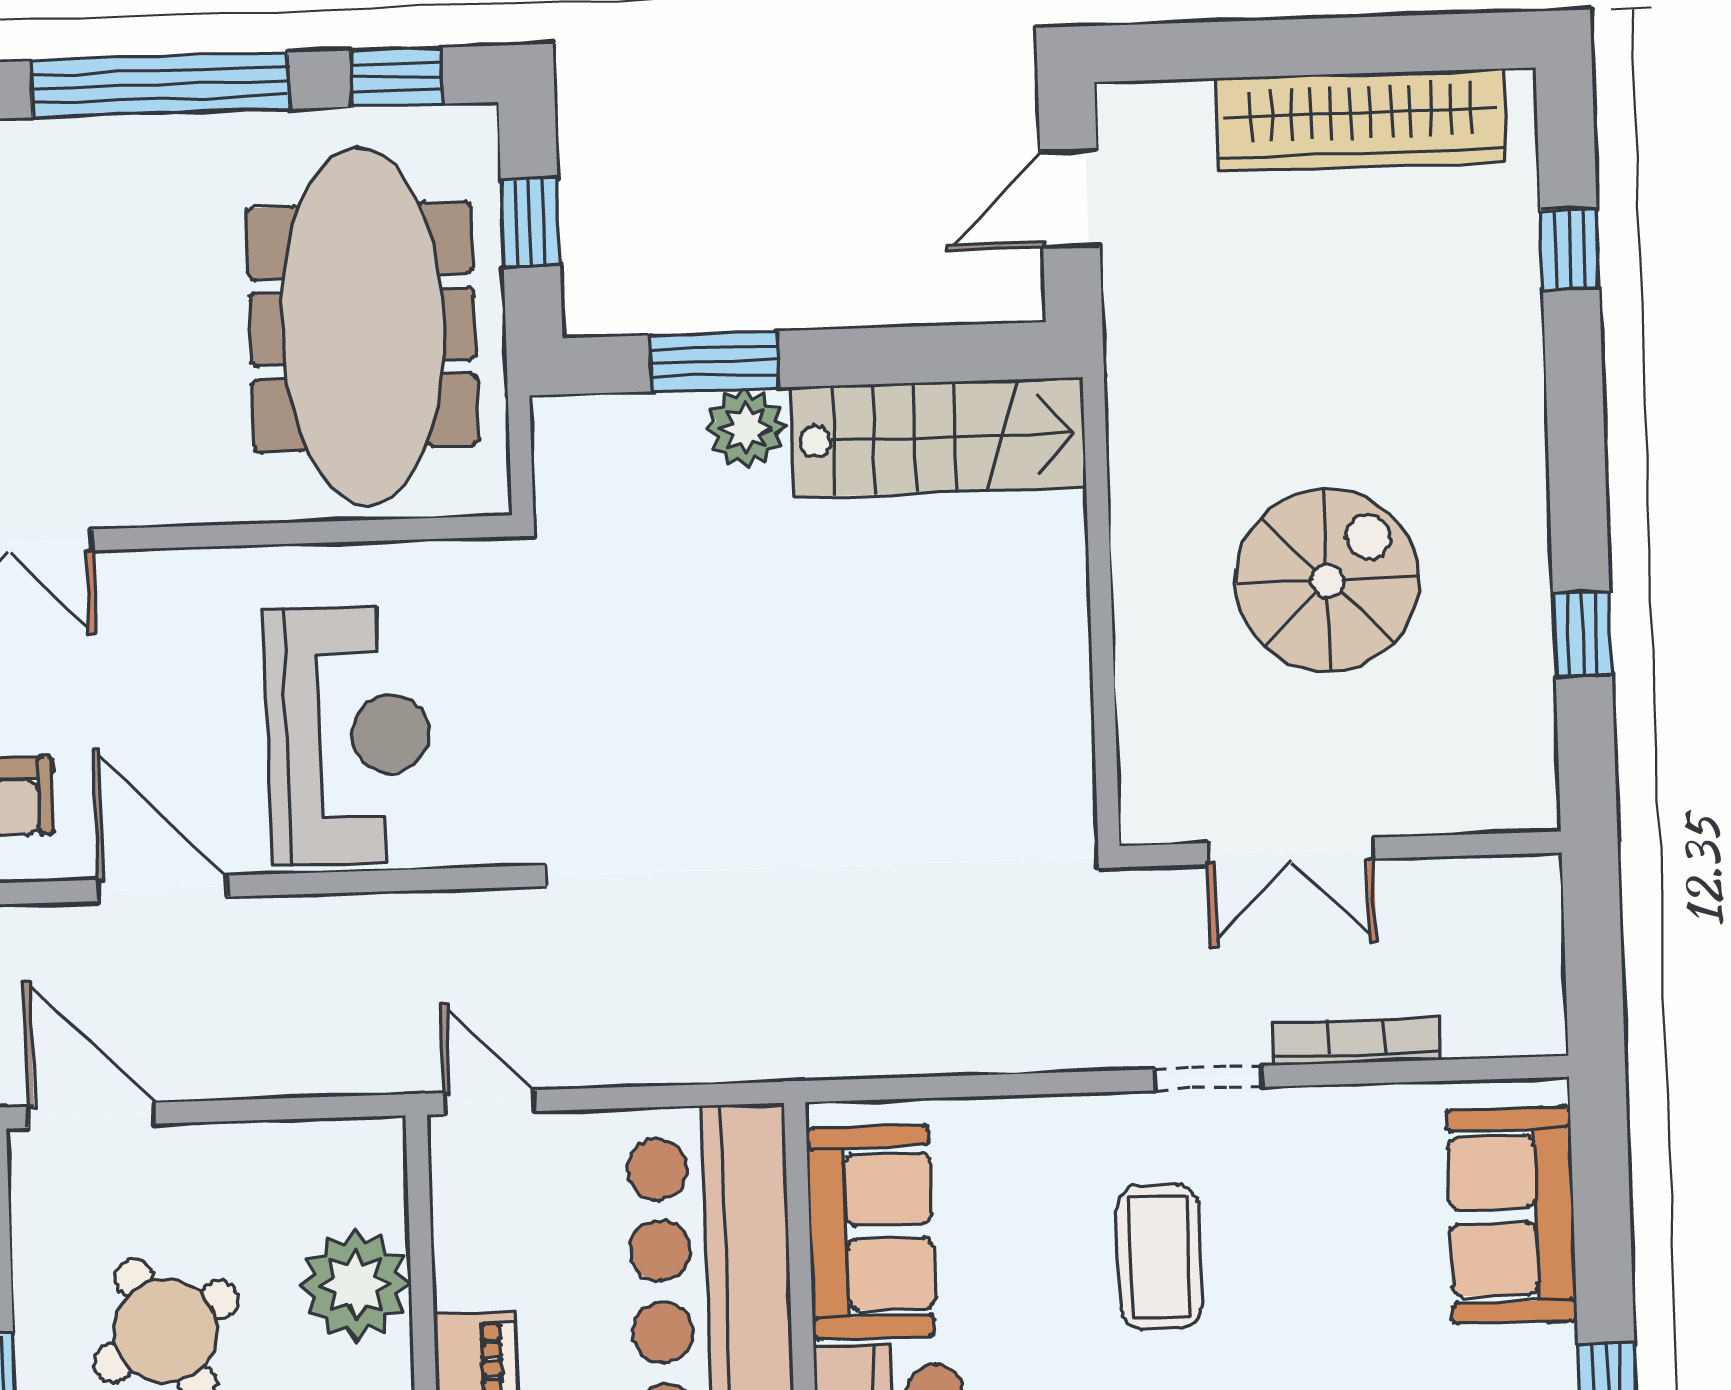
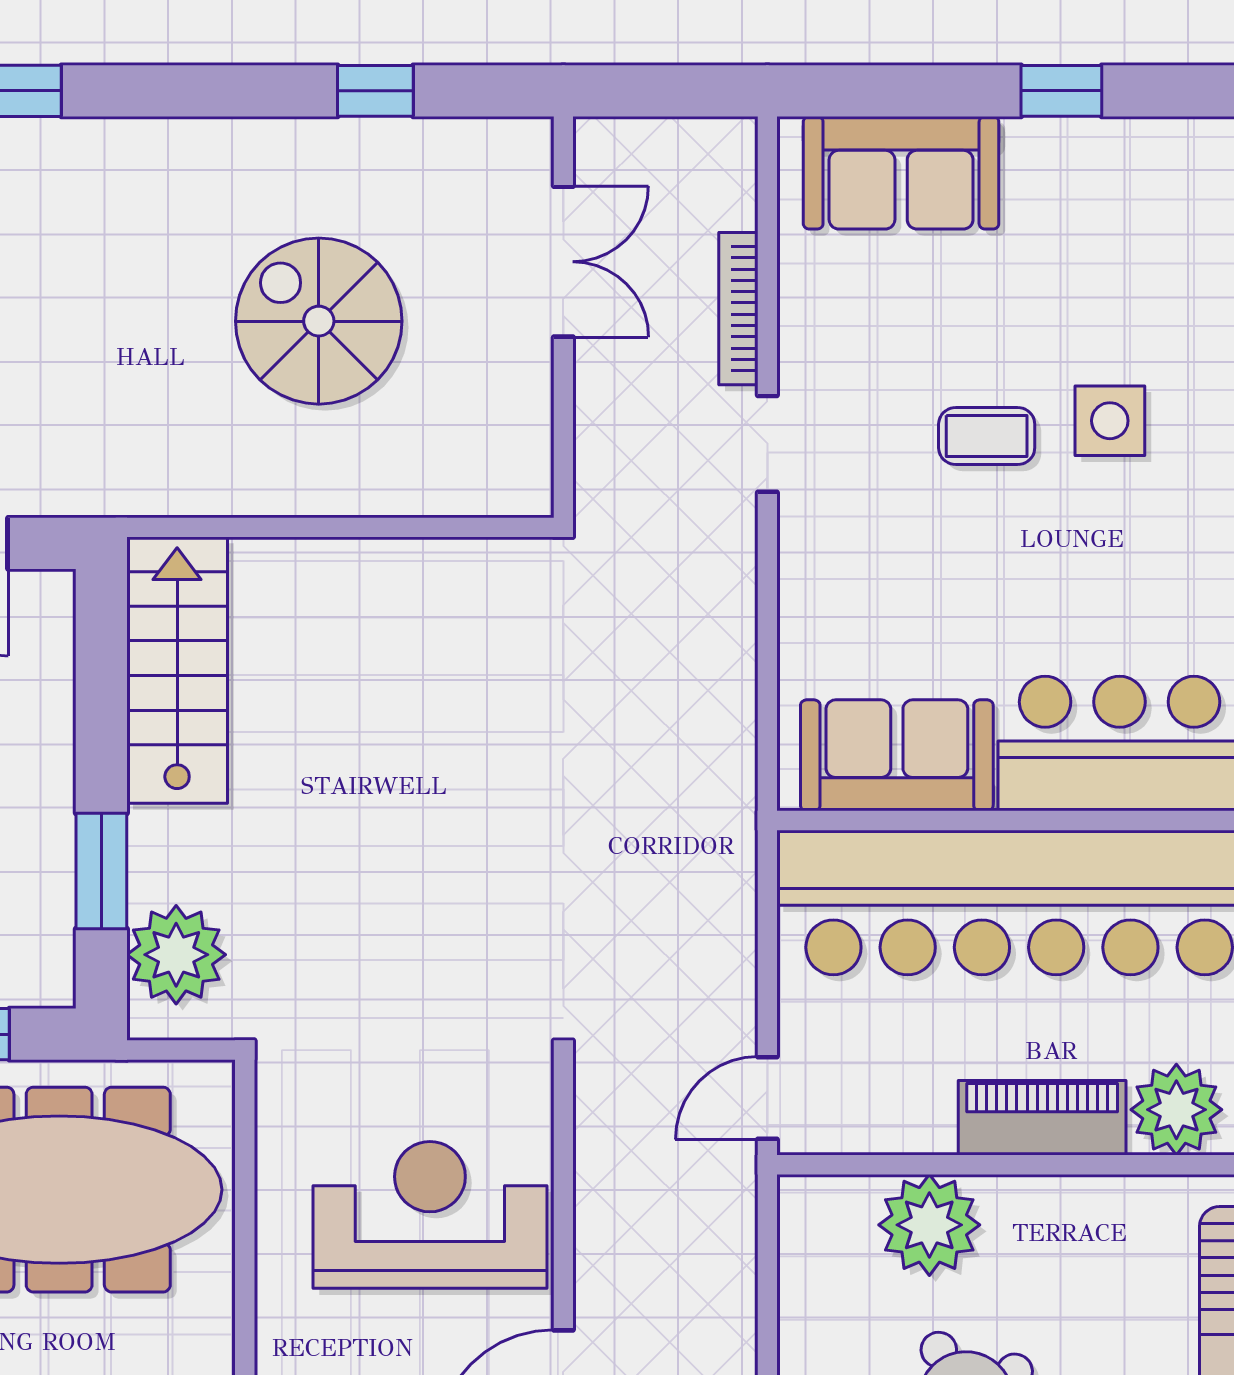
plant: (746, 428) -> (176, 955), moved, width x1.36, depth x1.36
double door: (1290, 851) -> (563, 262), moved
coffee table: (1160, 1257) -> (987, 436), moved, width x0.73, depth x0.77

